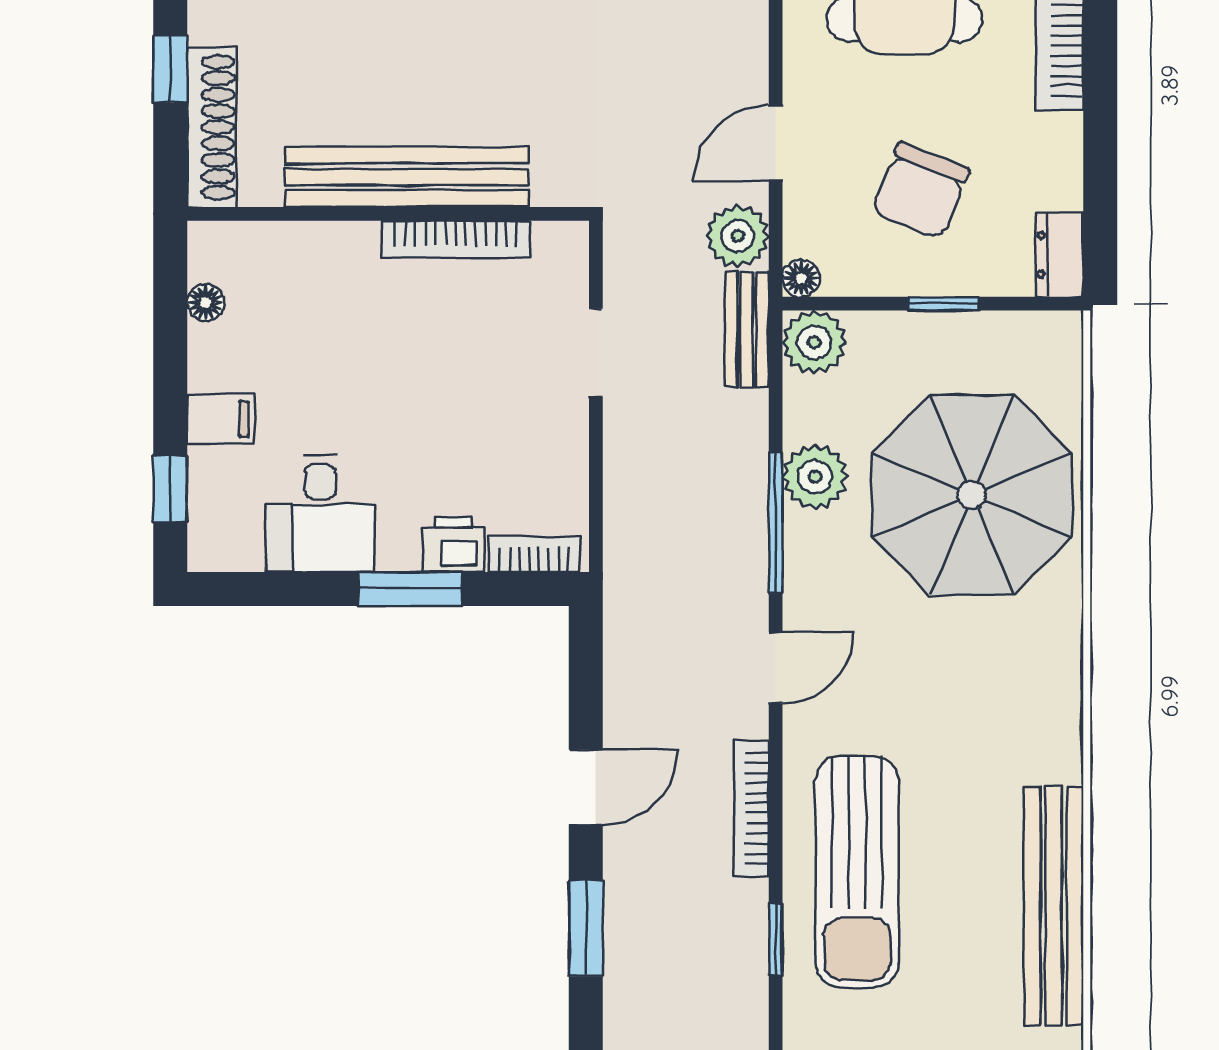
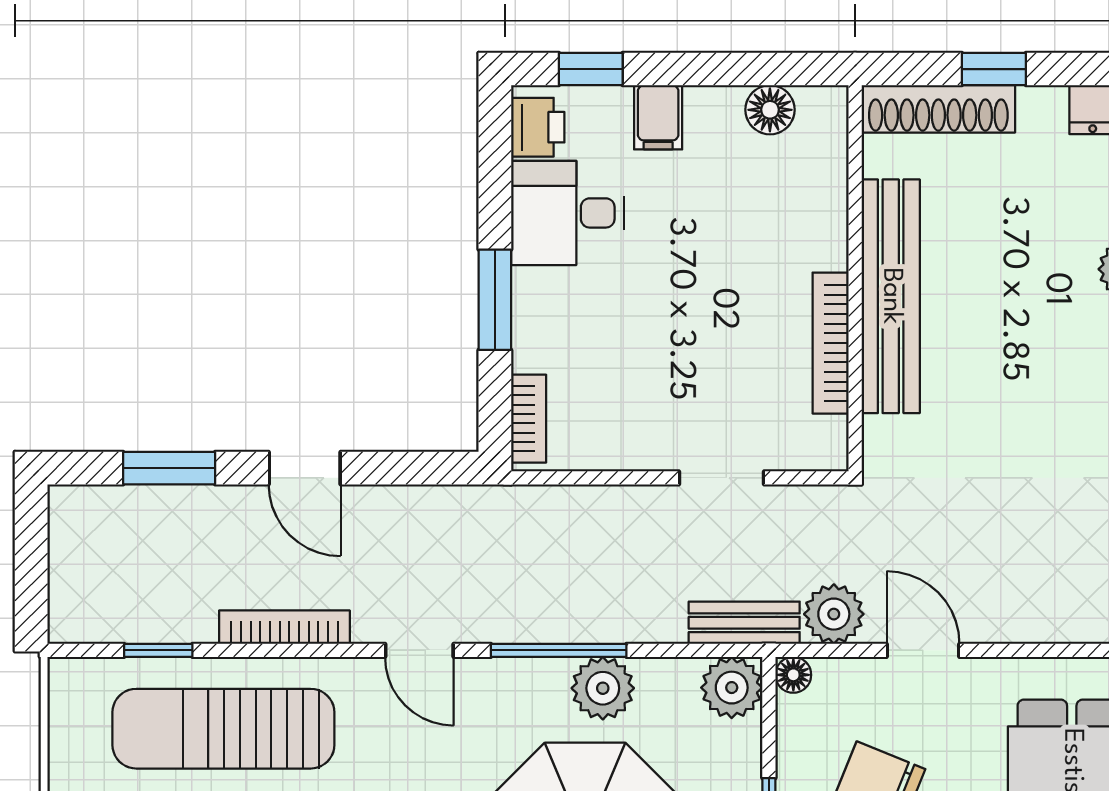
floor lamp: (206, 303) -> (770, 110), width x1.37, depth x1.37
printer: (454, 544) -> (538, 127), moved

